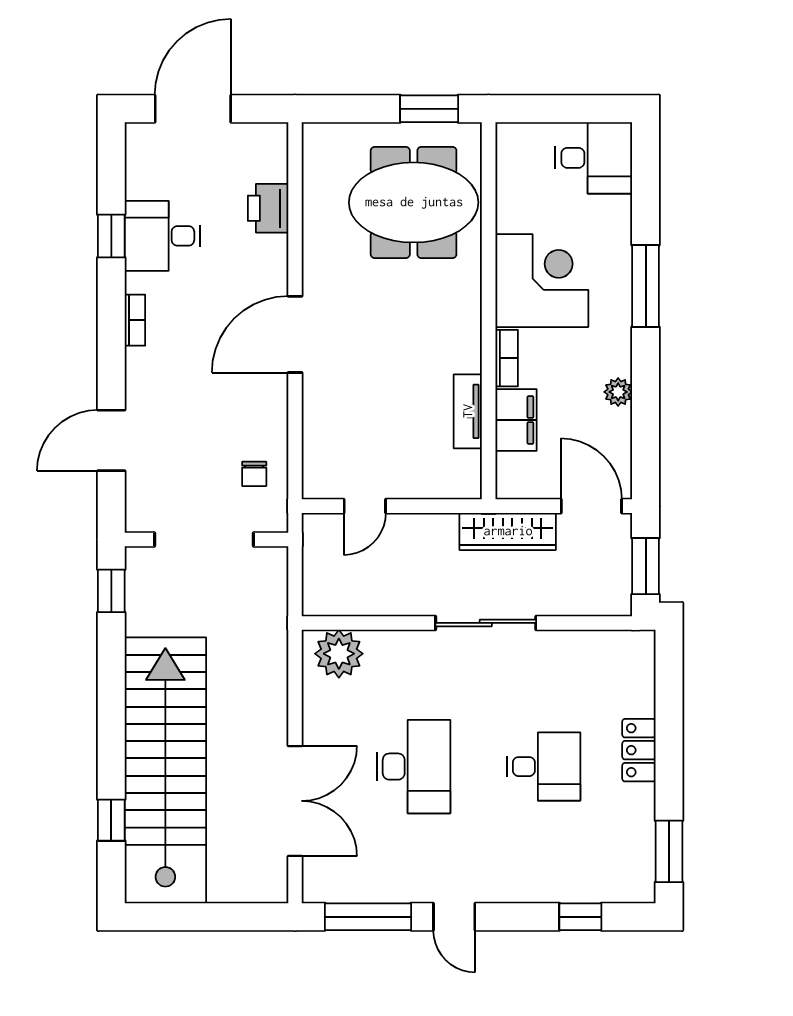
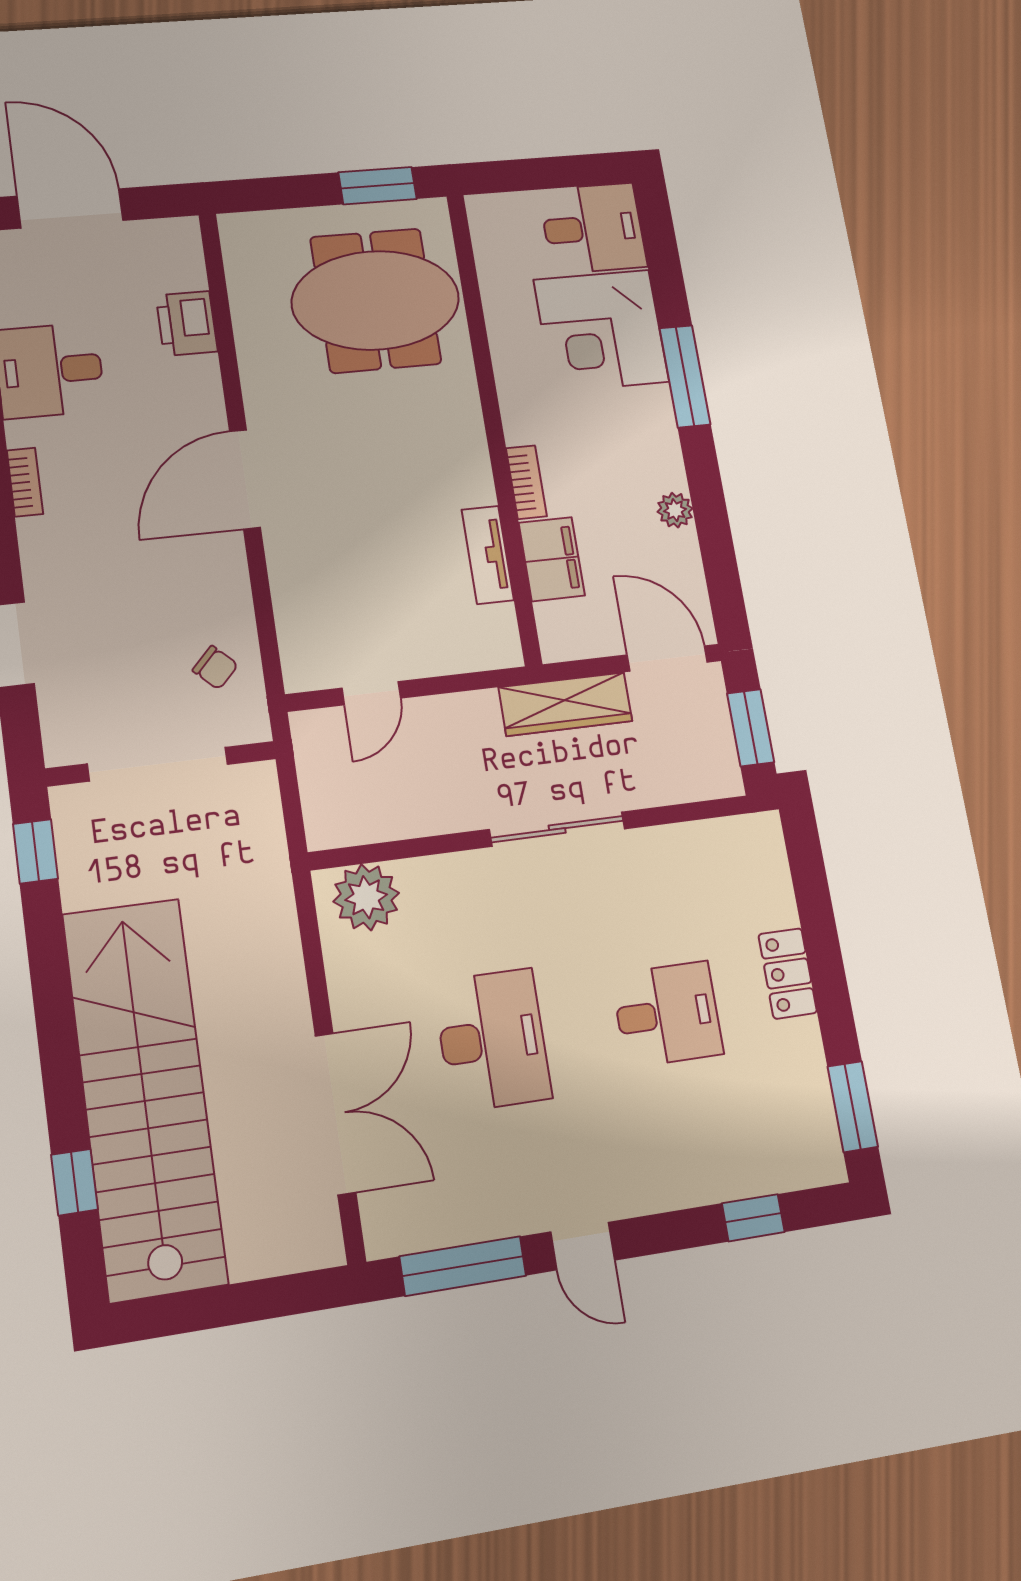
door: (193, 109) -> (70, 208), hinge flipped
corner desk: (542, 281) -> (601, 331), moved, turned 180
chair: (254, 474) -> (215, 668), turned -46

